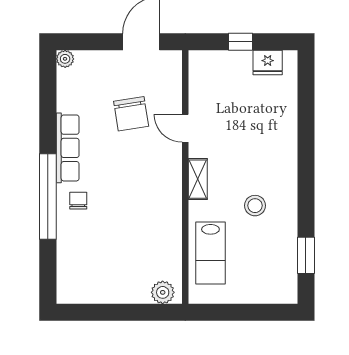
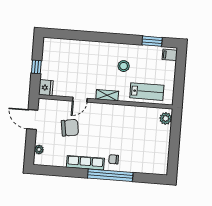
plant: (65, 59) -> (39, 149), moved
fridge: (268, 63) -> (46, 88), moved
filing cabinet: (283, 291) -> (170, 55), added

